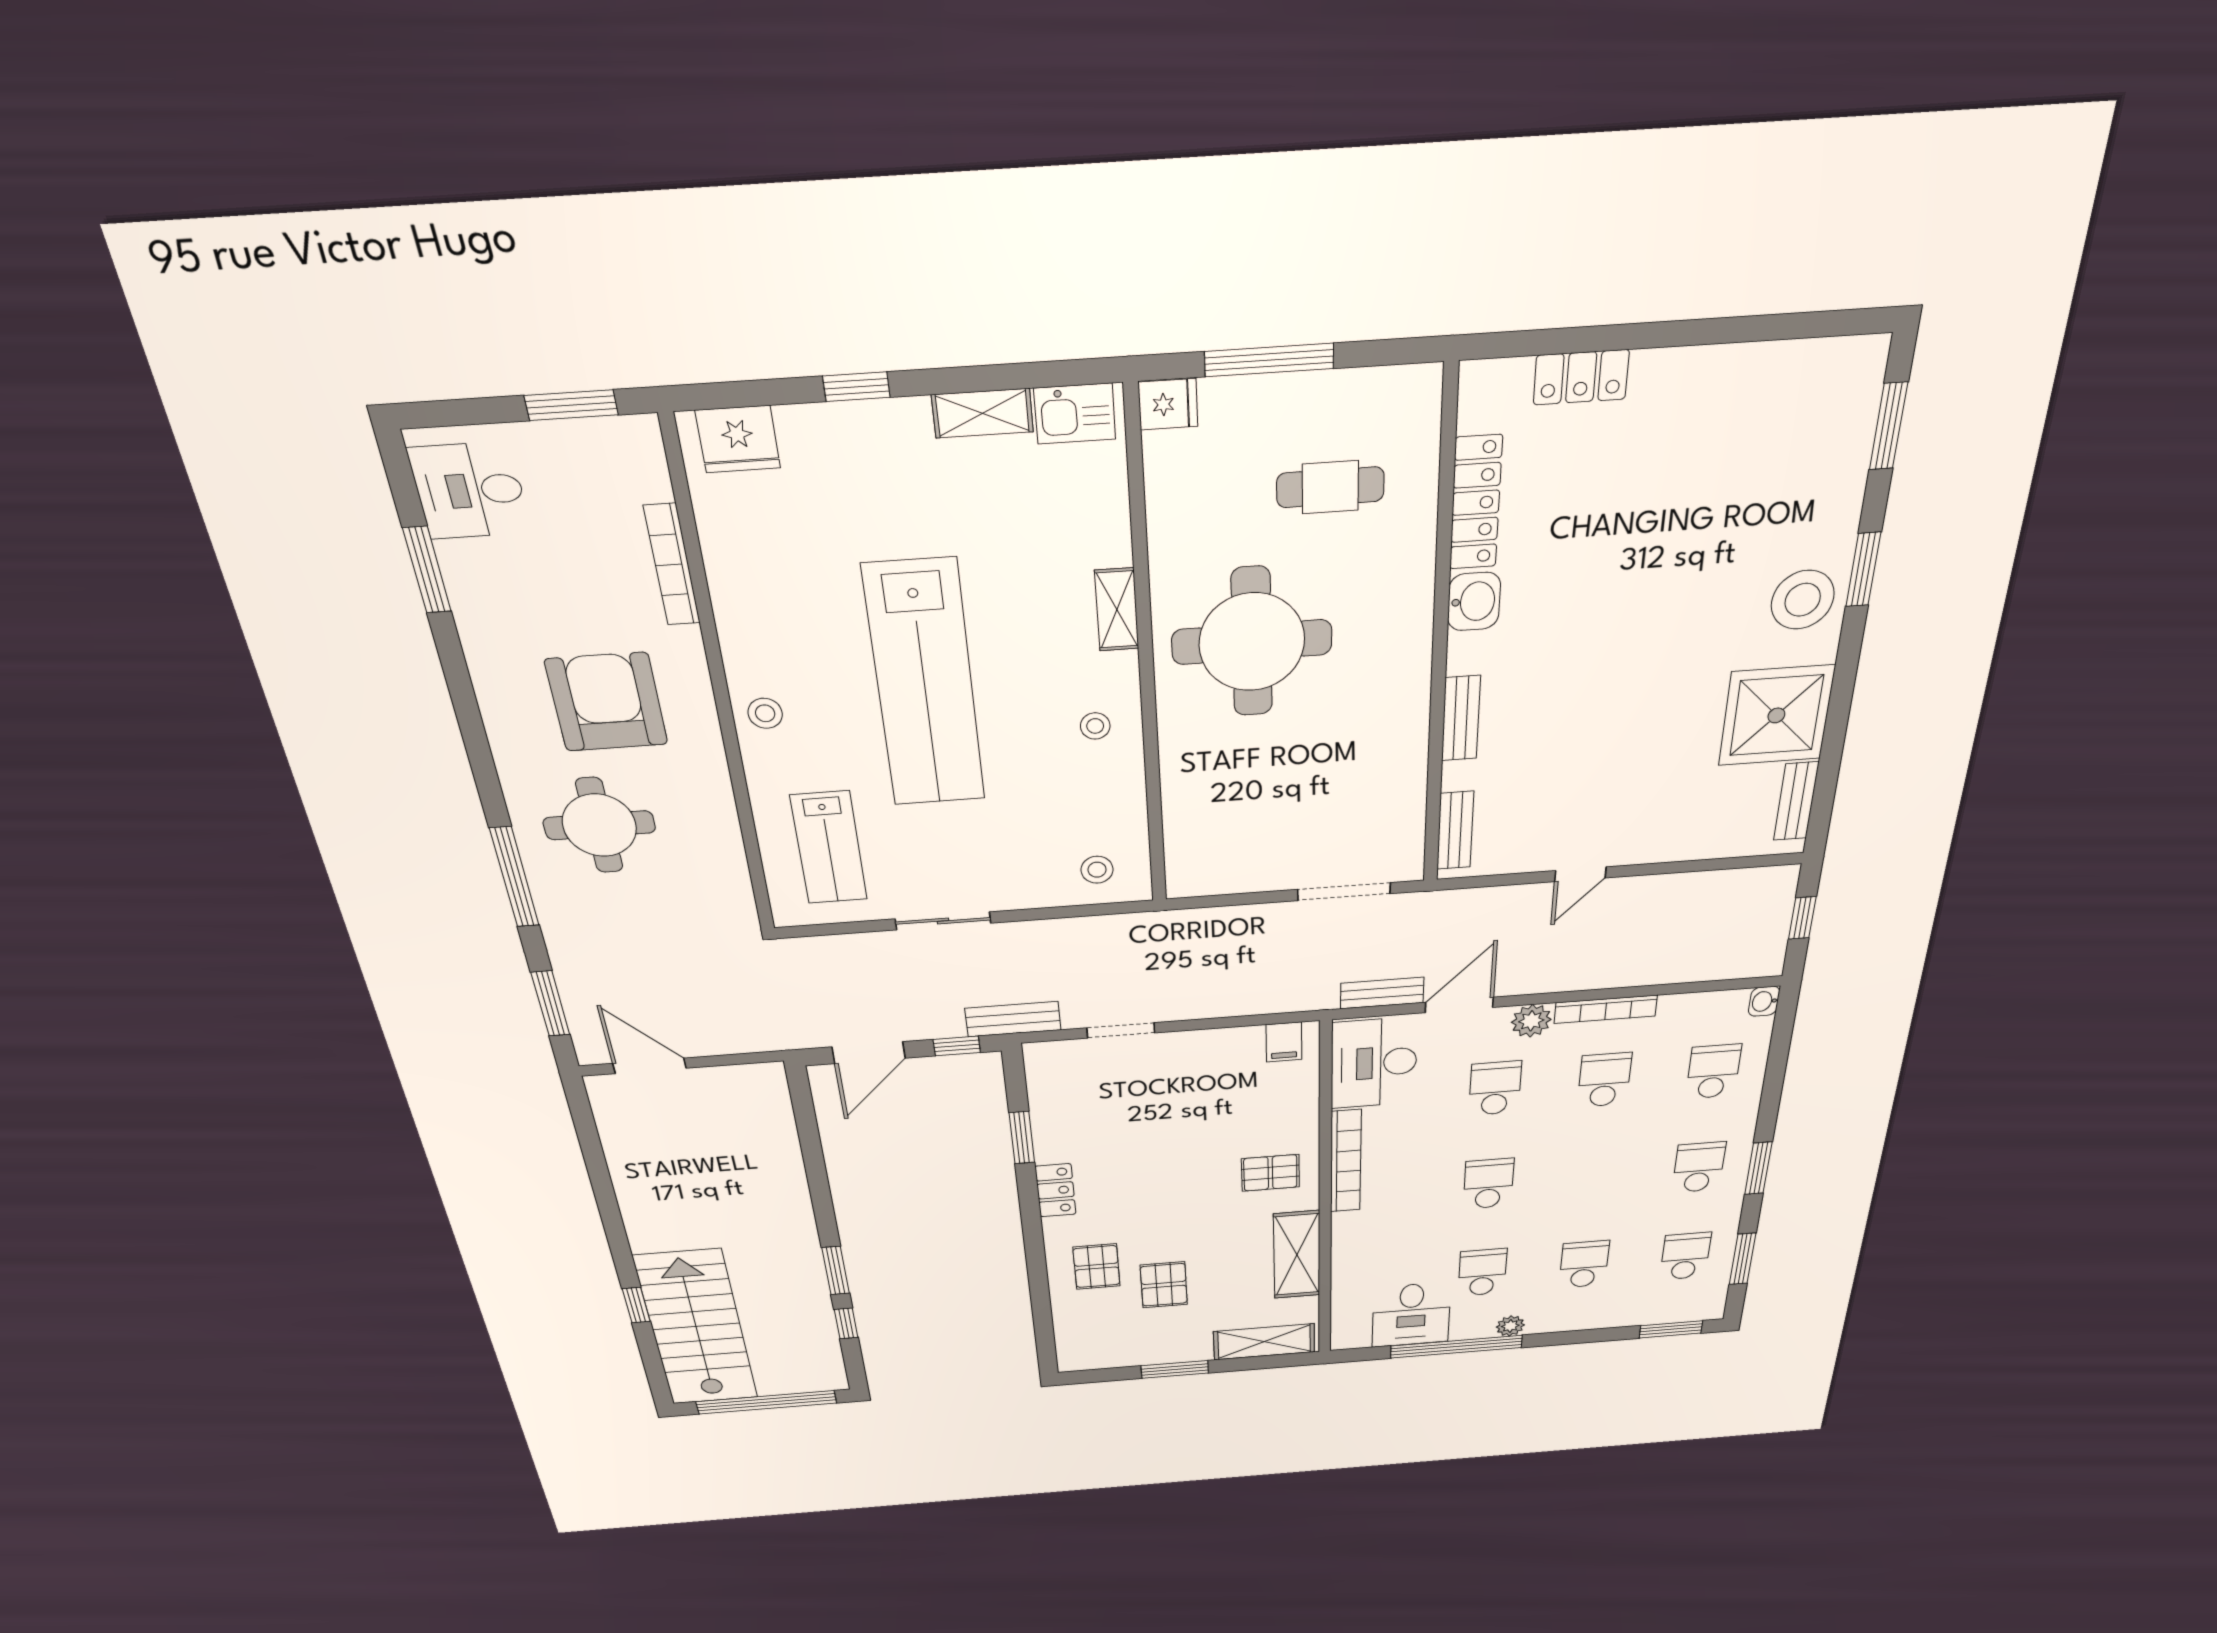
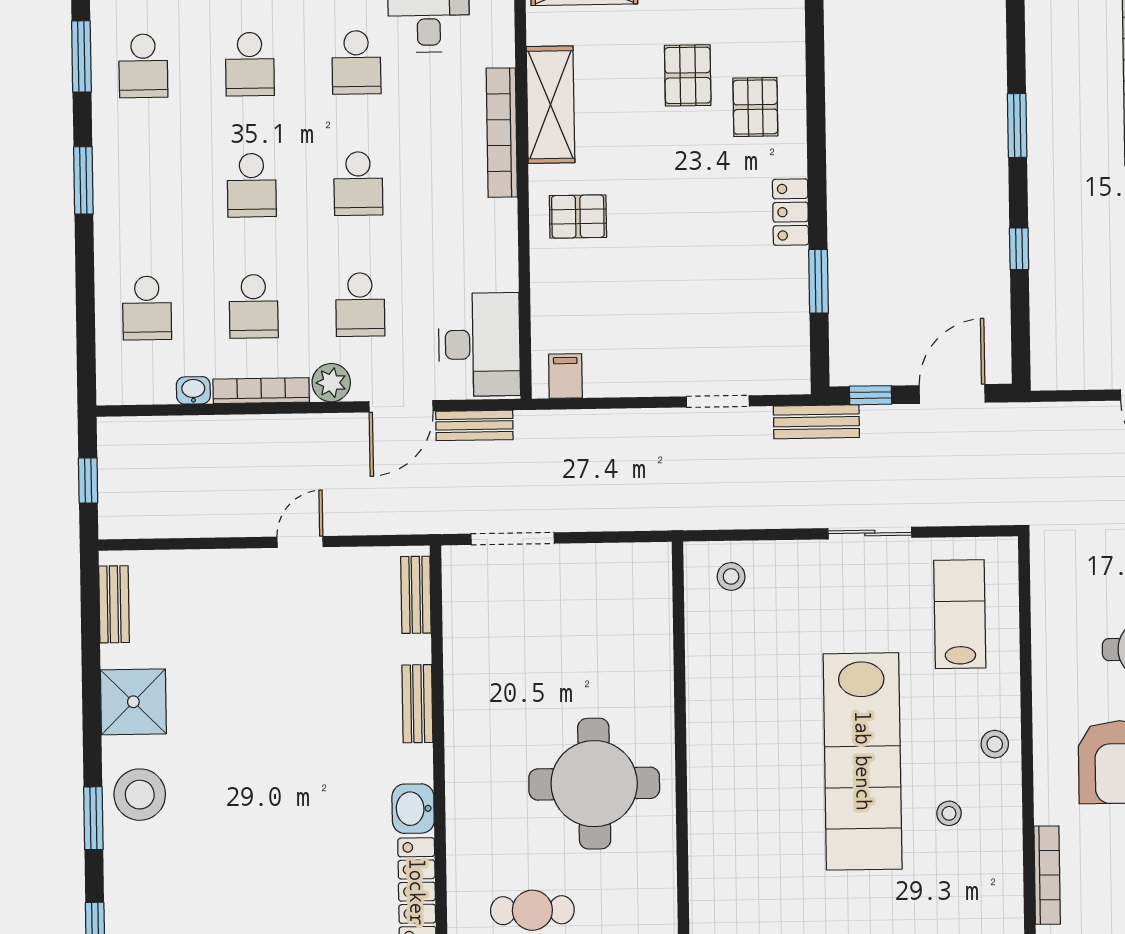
shelving: (1117, 610) -> (703, 818), removed
lab bench: (925, 685) -> (863, 761), turned 180
shower: (1776, 715) -> (133, 702), width x0.73, depth x0.73
stool: (1095, 726) -> (949, 813), moved
washbasin: (1764, 1001) -> (193, 390), moved, turned -90
bookcase: (1346, 1161) -> (502, 133), moved
school desk: (1699, 1167) -> (252, 185), moved
window: (846, 1323) -> (1019, 249), moved

